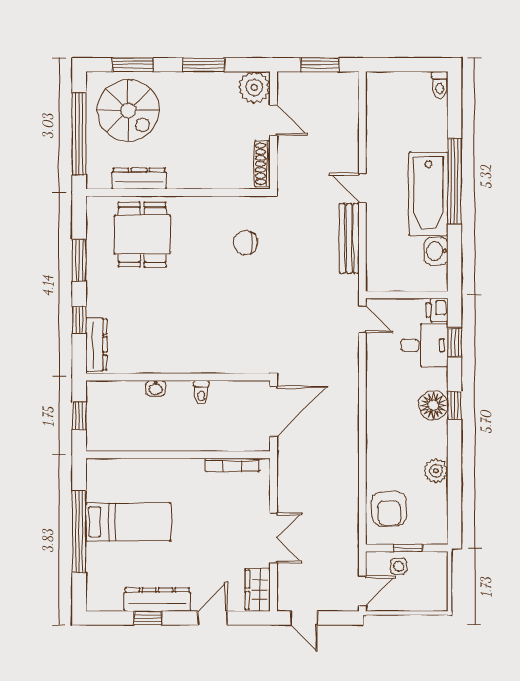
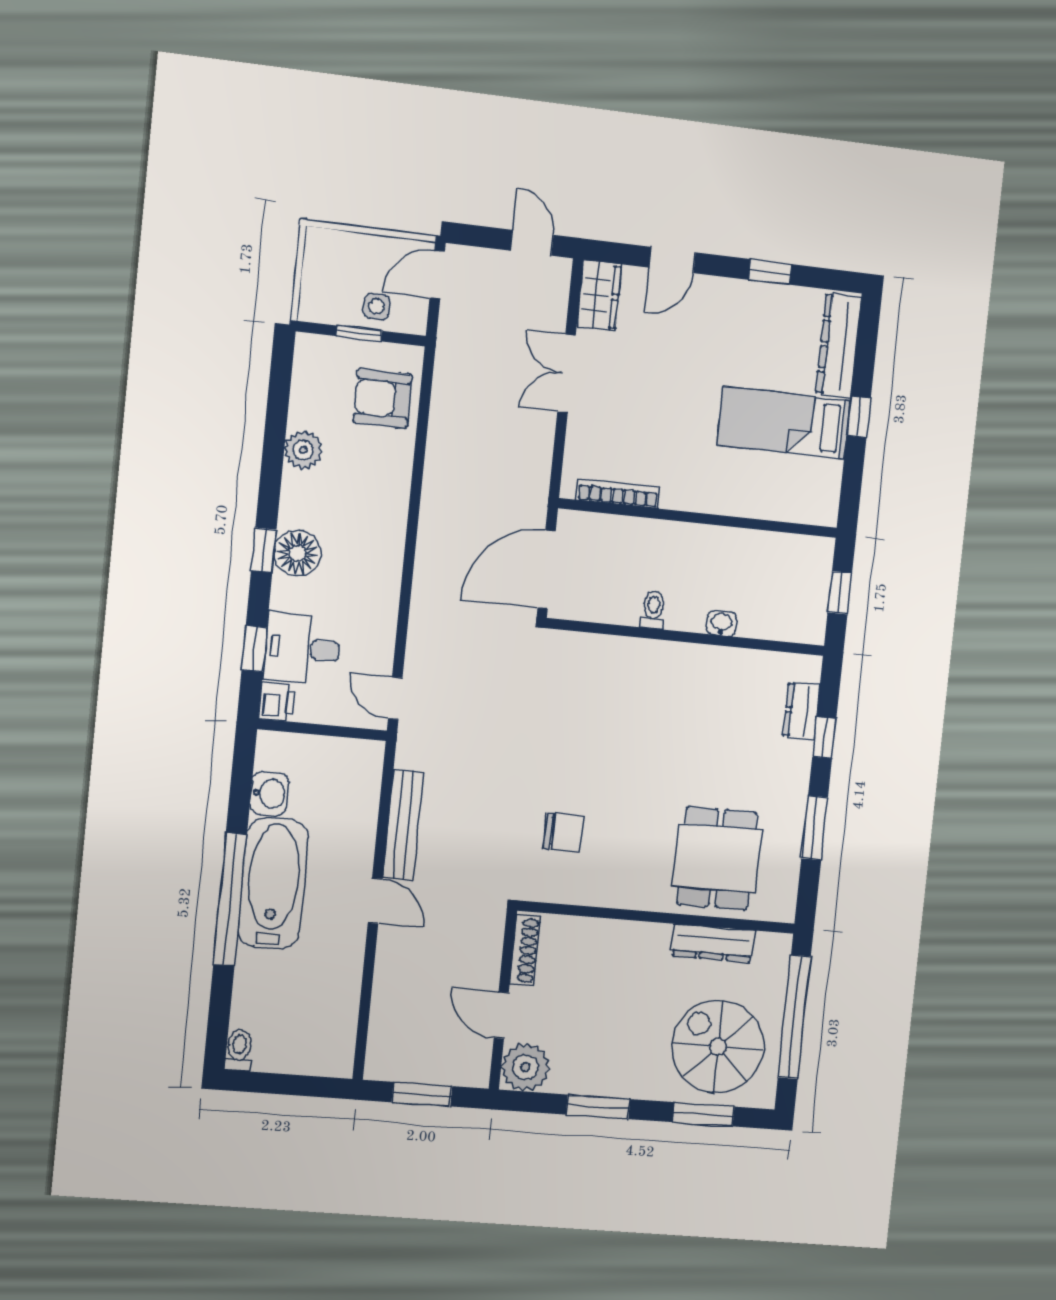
dresser: (96, 345) -> (802, 711), width x0.70
armchair: (389, 509) -> (383, 398), turned -88
window: (79, 532) -> (859, 417), width x0.32
dresser: (157, 600) -> (838, 346), moved, turned 90

